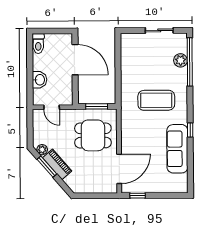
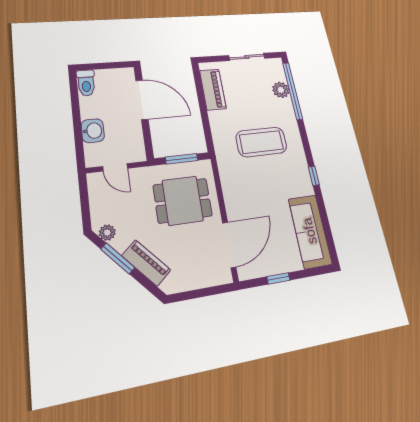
piano: (128, 56) -> (213, 90), added
sofa: (177, 149) -> (310, 231), moved
piano: (57, 164) -> (146, 263), moved
window: (138, 196) -> (278, 278), moved

